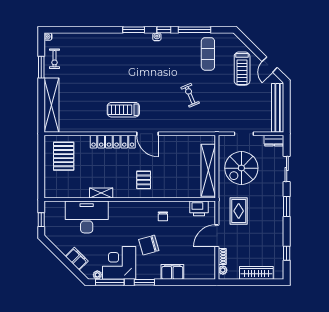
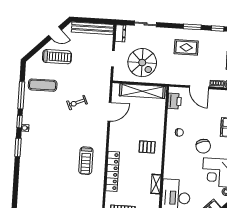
door: (147, 134) -> (110, 112), moved
window: (287, 206) -> (192, 27), moved
rug: (239, 211) -> (186, 47), moved

